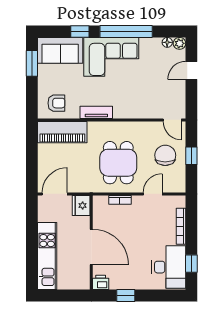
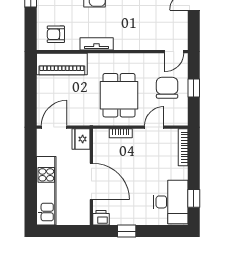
armchair: (56, 103) -> (56, 34), turned 180
door: (172, 120) -> (174, 52), hinge flipped
bookcase: (181, 226) -> (183, 147), moved

